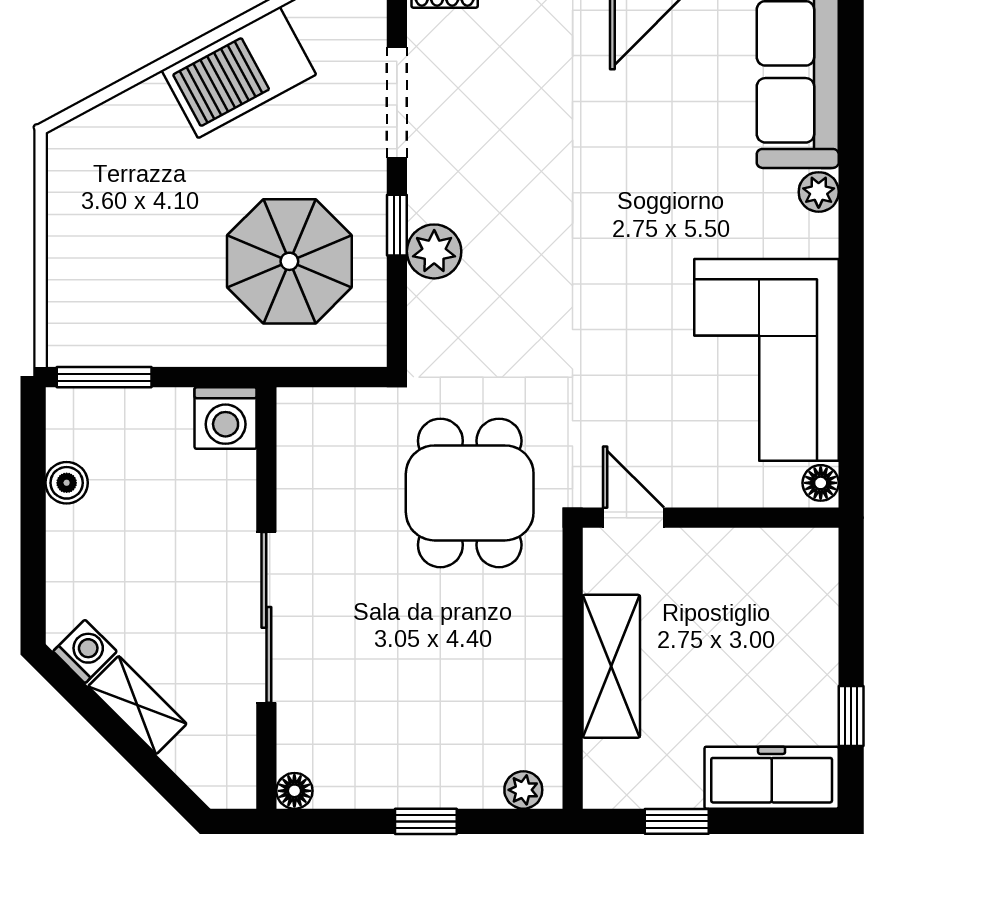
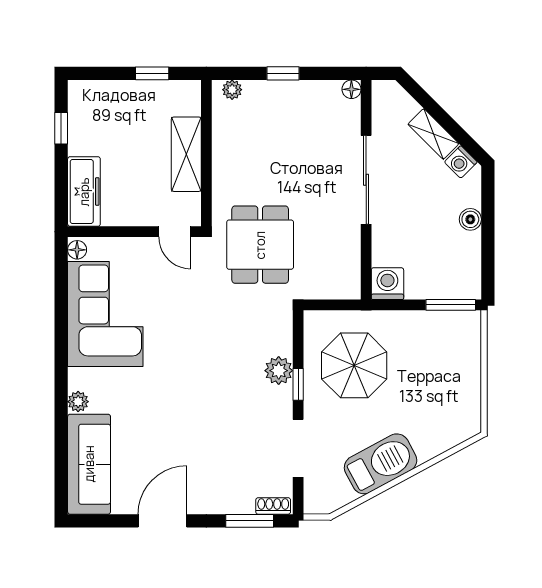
boiler: (67, 483) -> (470, 219), moved
freezer: (772, 778) -> (84, 192), moved, turned -90

